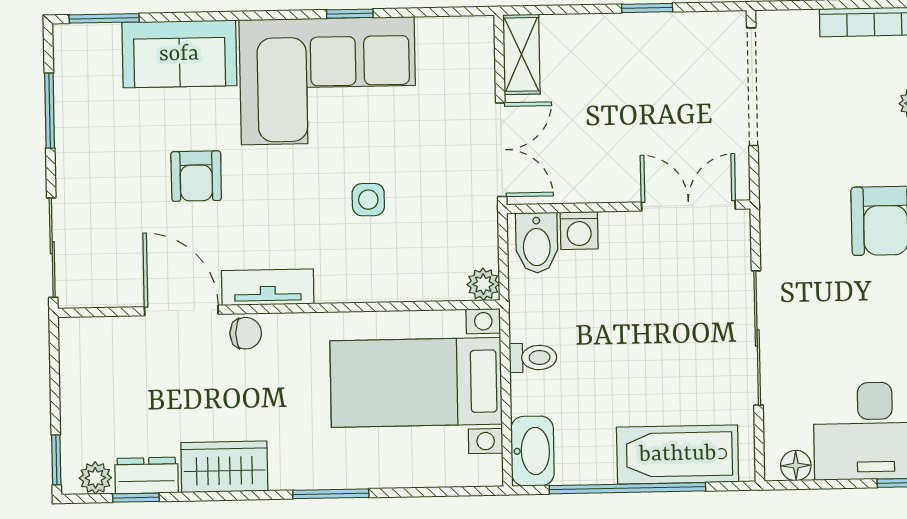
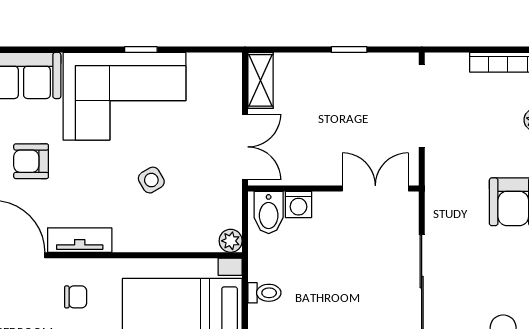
armchair: (196, 176) -> (31, 161), turned 90
side table: (368, 200) -> (151, 180), turned -31
chair: (246, 333) -> (76, 297), moved

